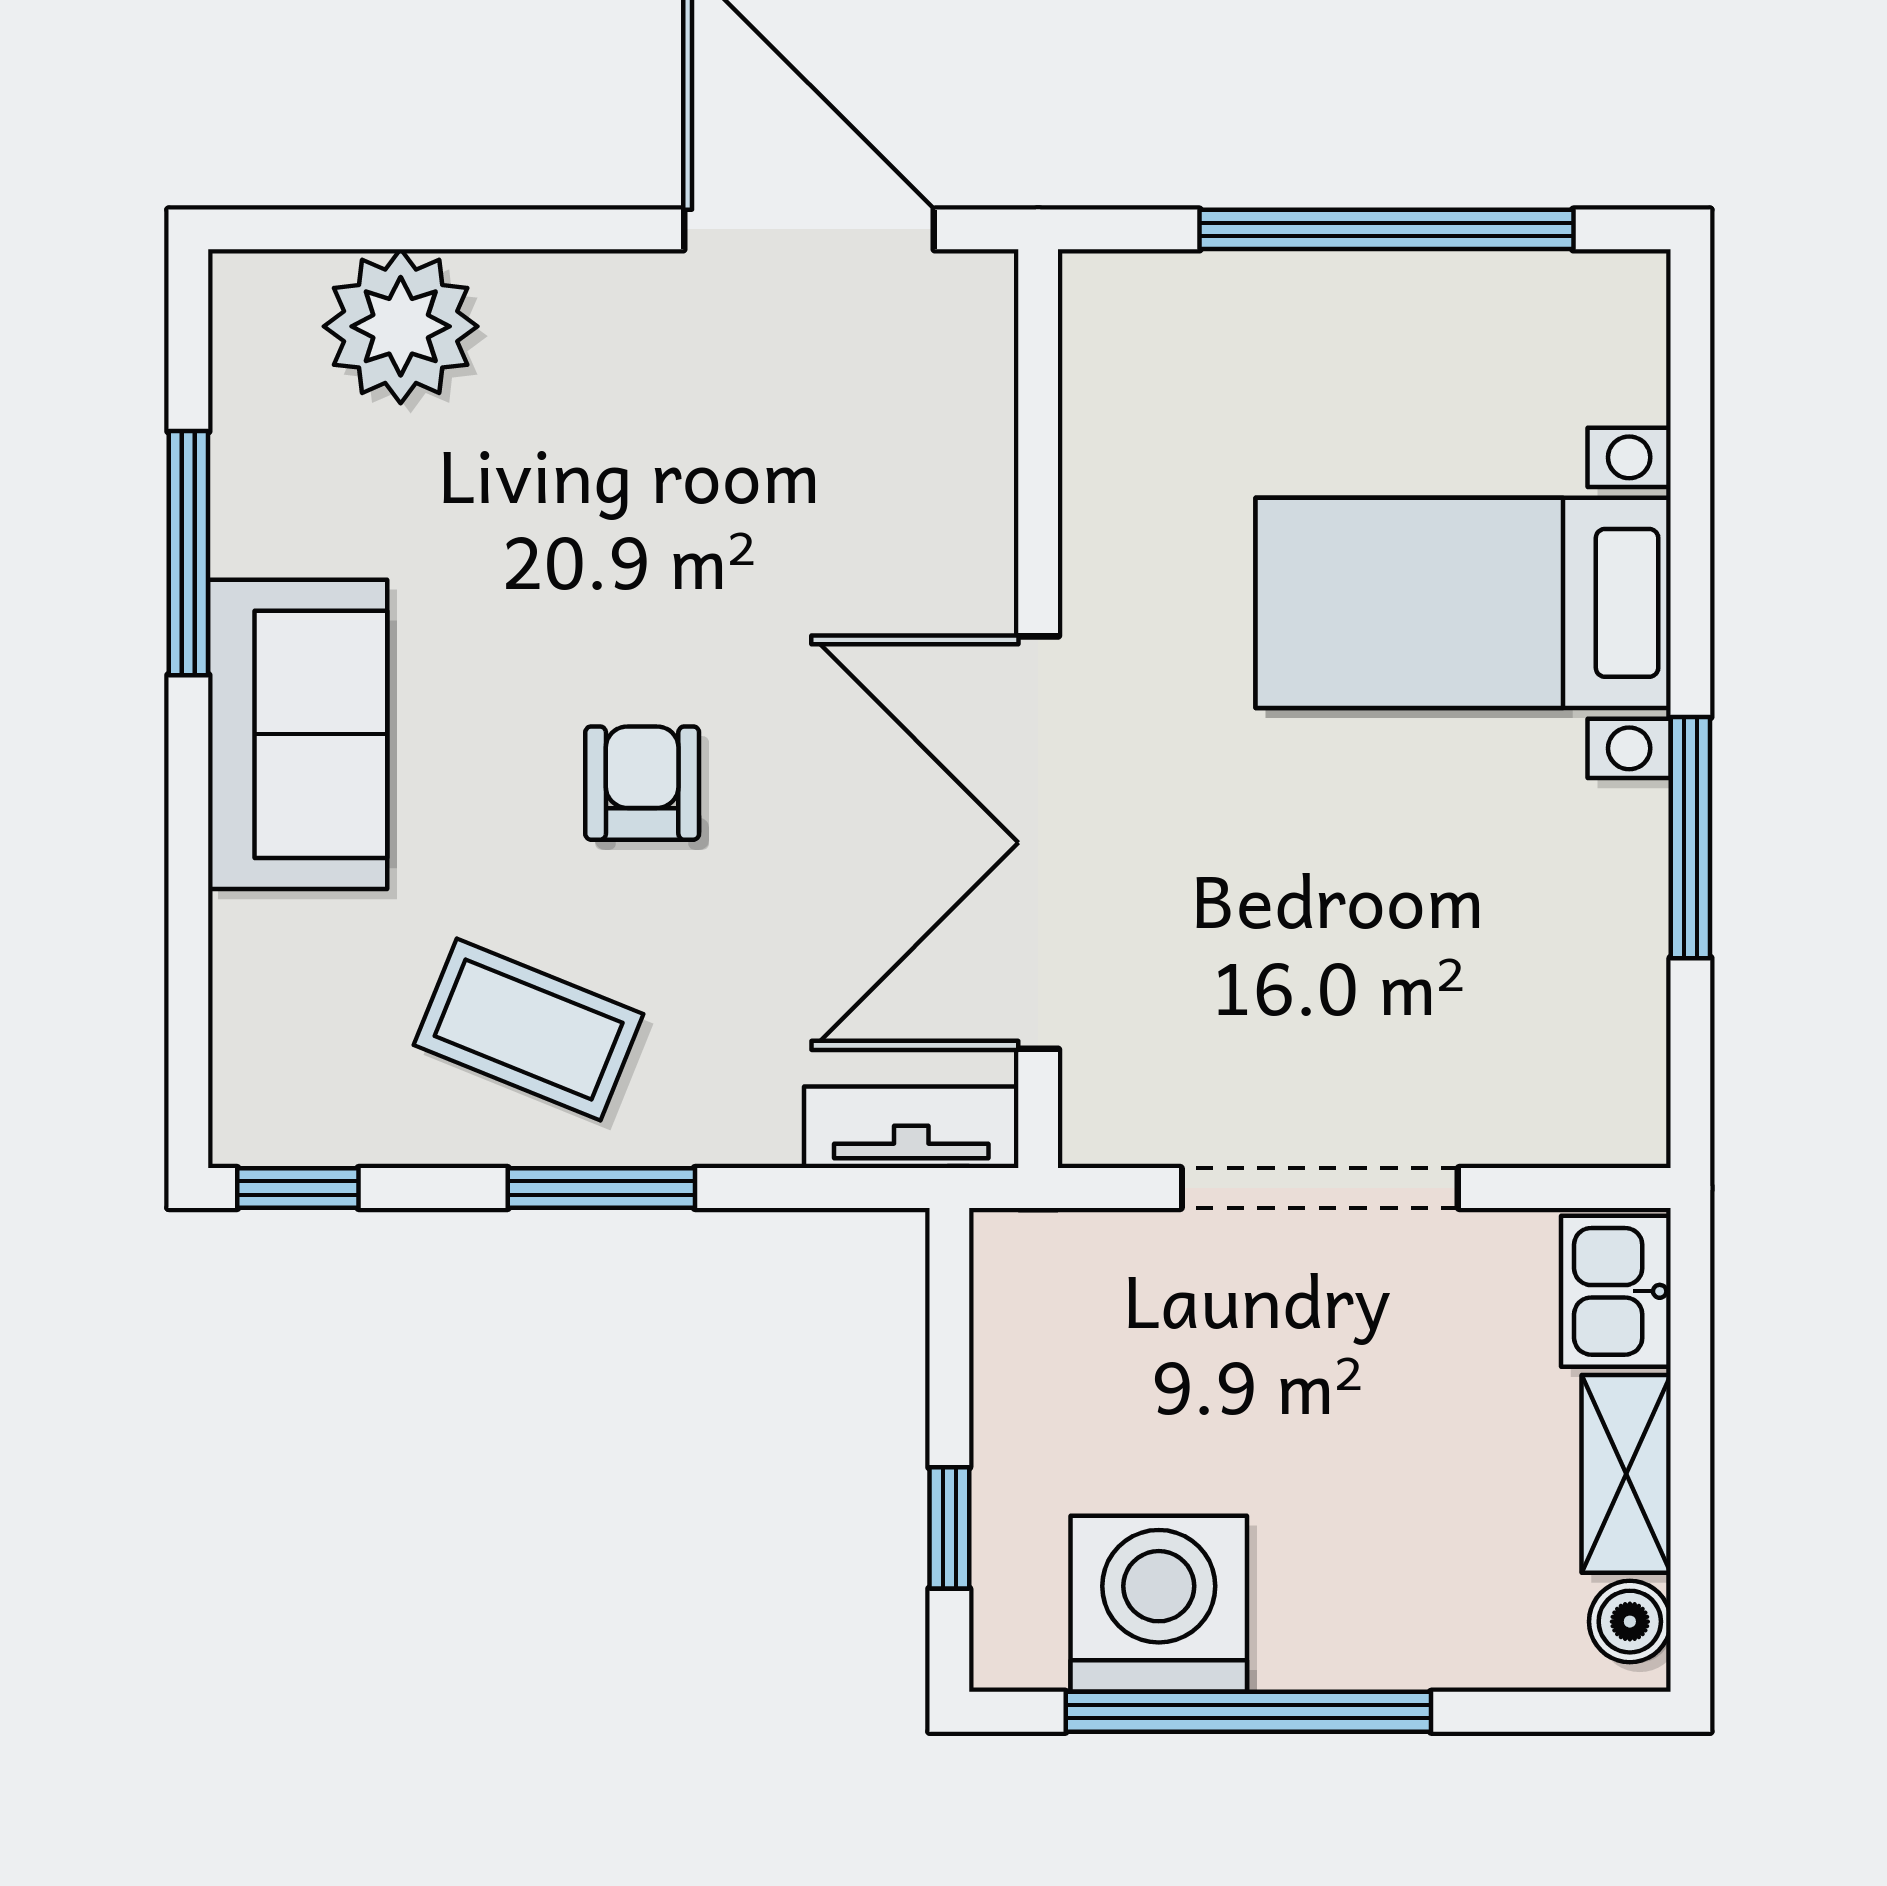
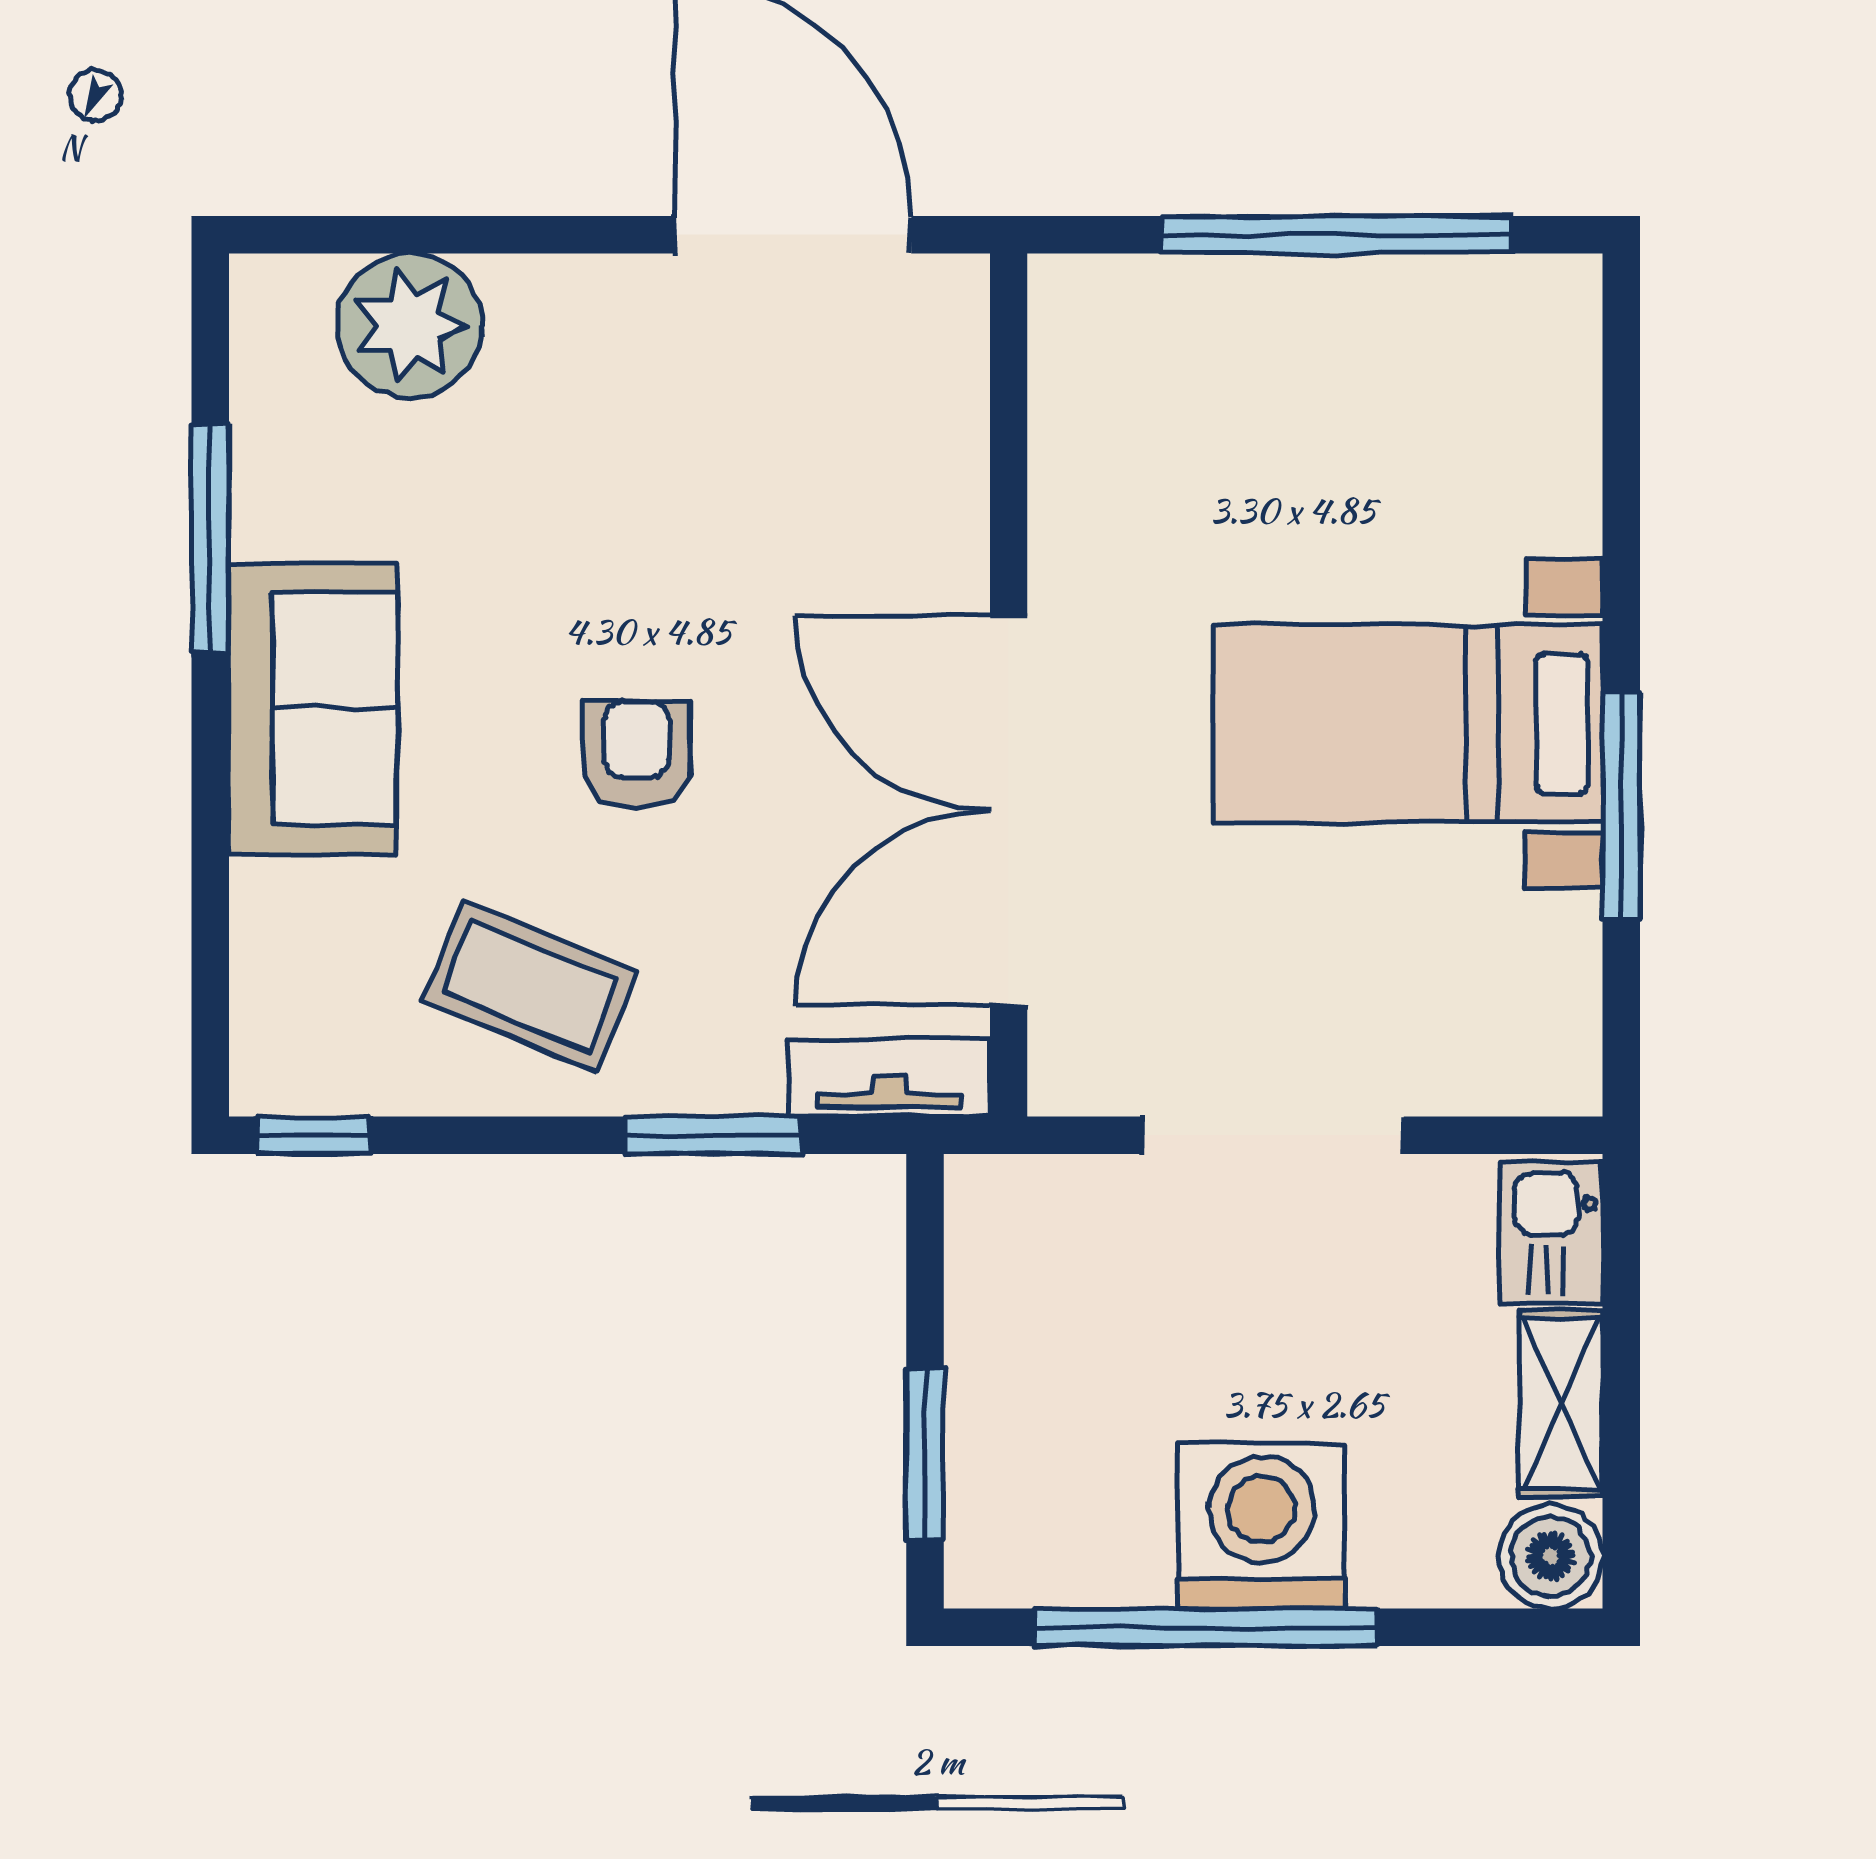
bed with nightstands: (1463, 603) -> (1408, 723), moved
window: (601, 1188) -> (713, 1135), moved
window: (949, 1528) -> (925, 1455), width x1.50
washing machine: (1159, 1604) -> (1261, 1526), moved
boiler: (1630, 1622) -> (1550, 1556), width x1.36, depth x1.36

